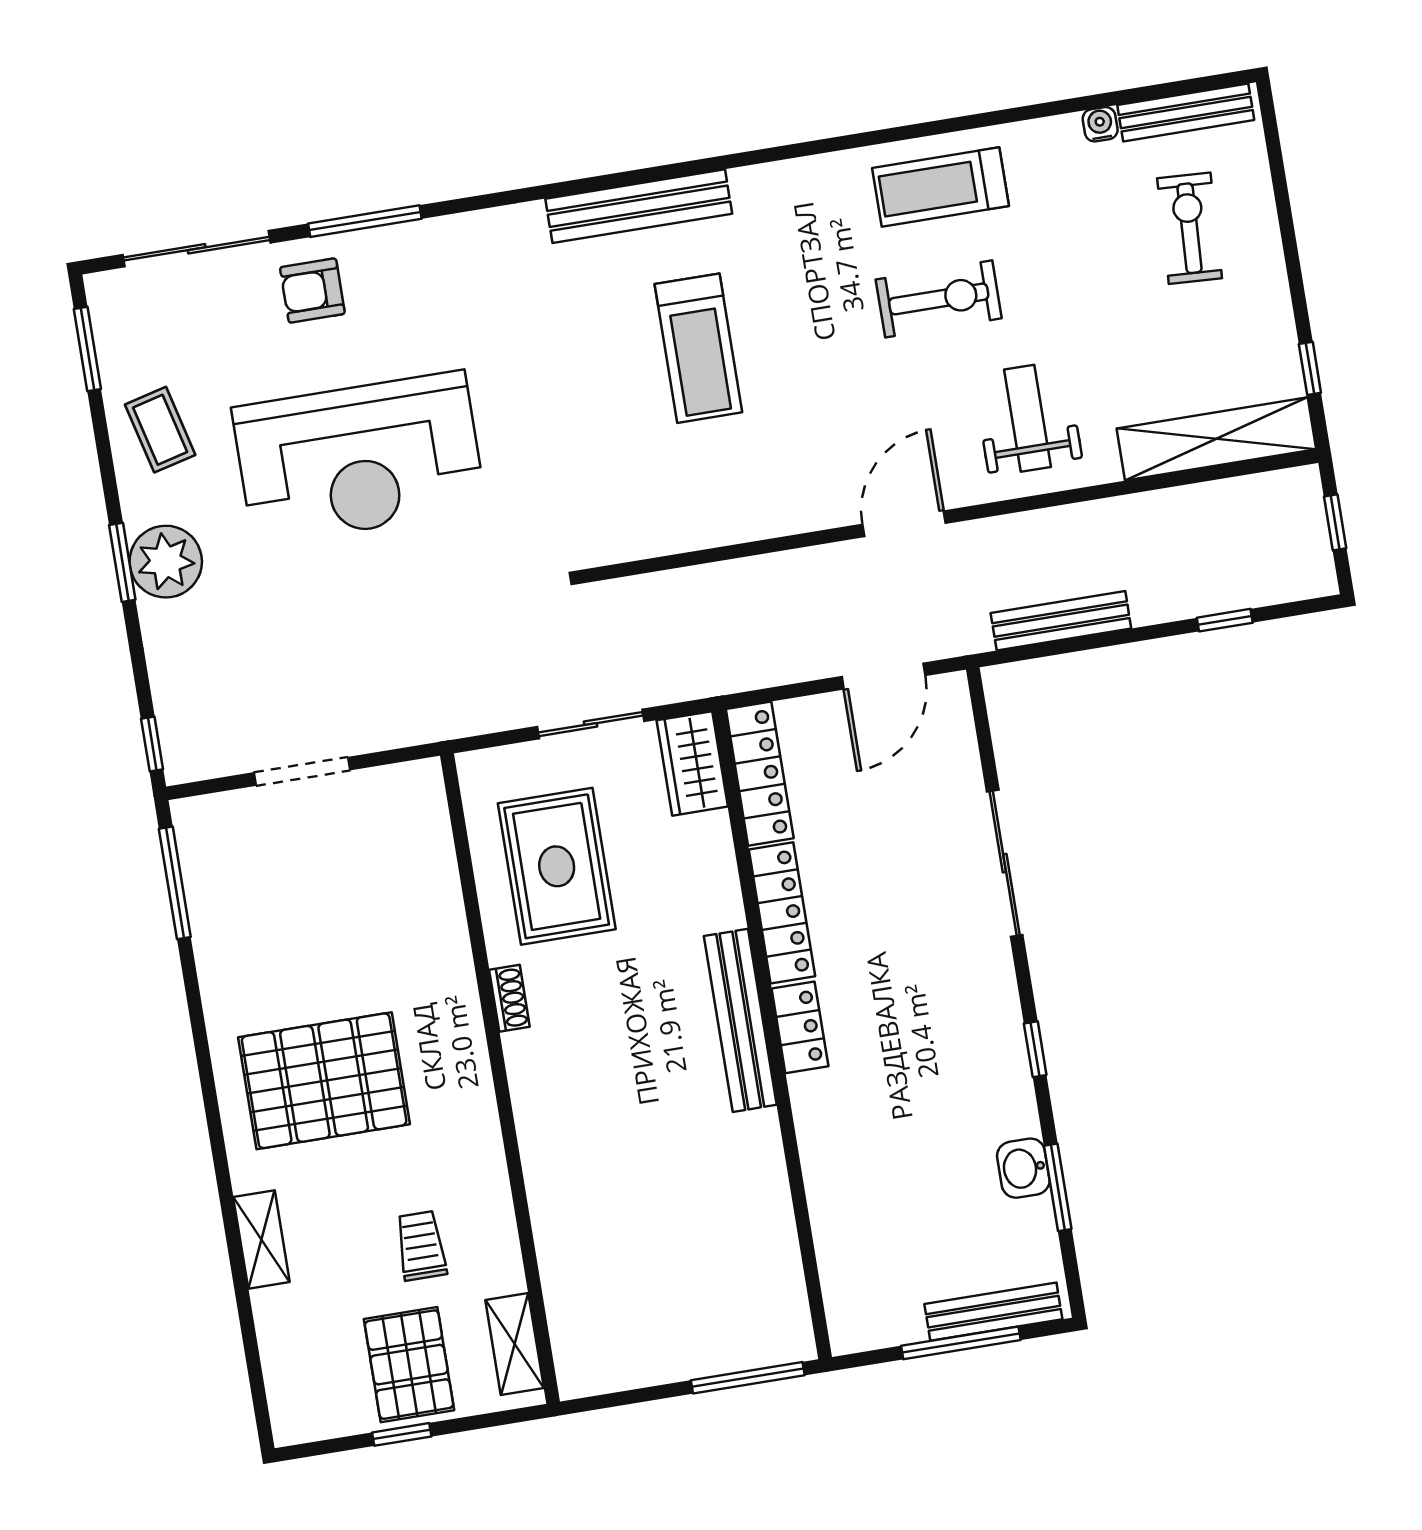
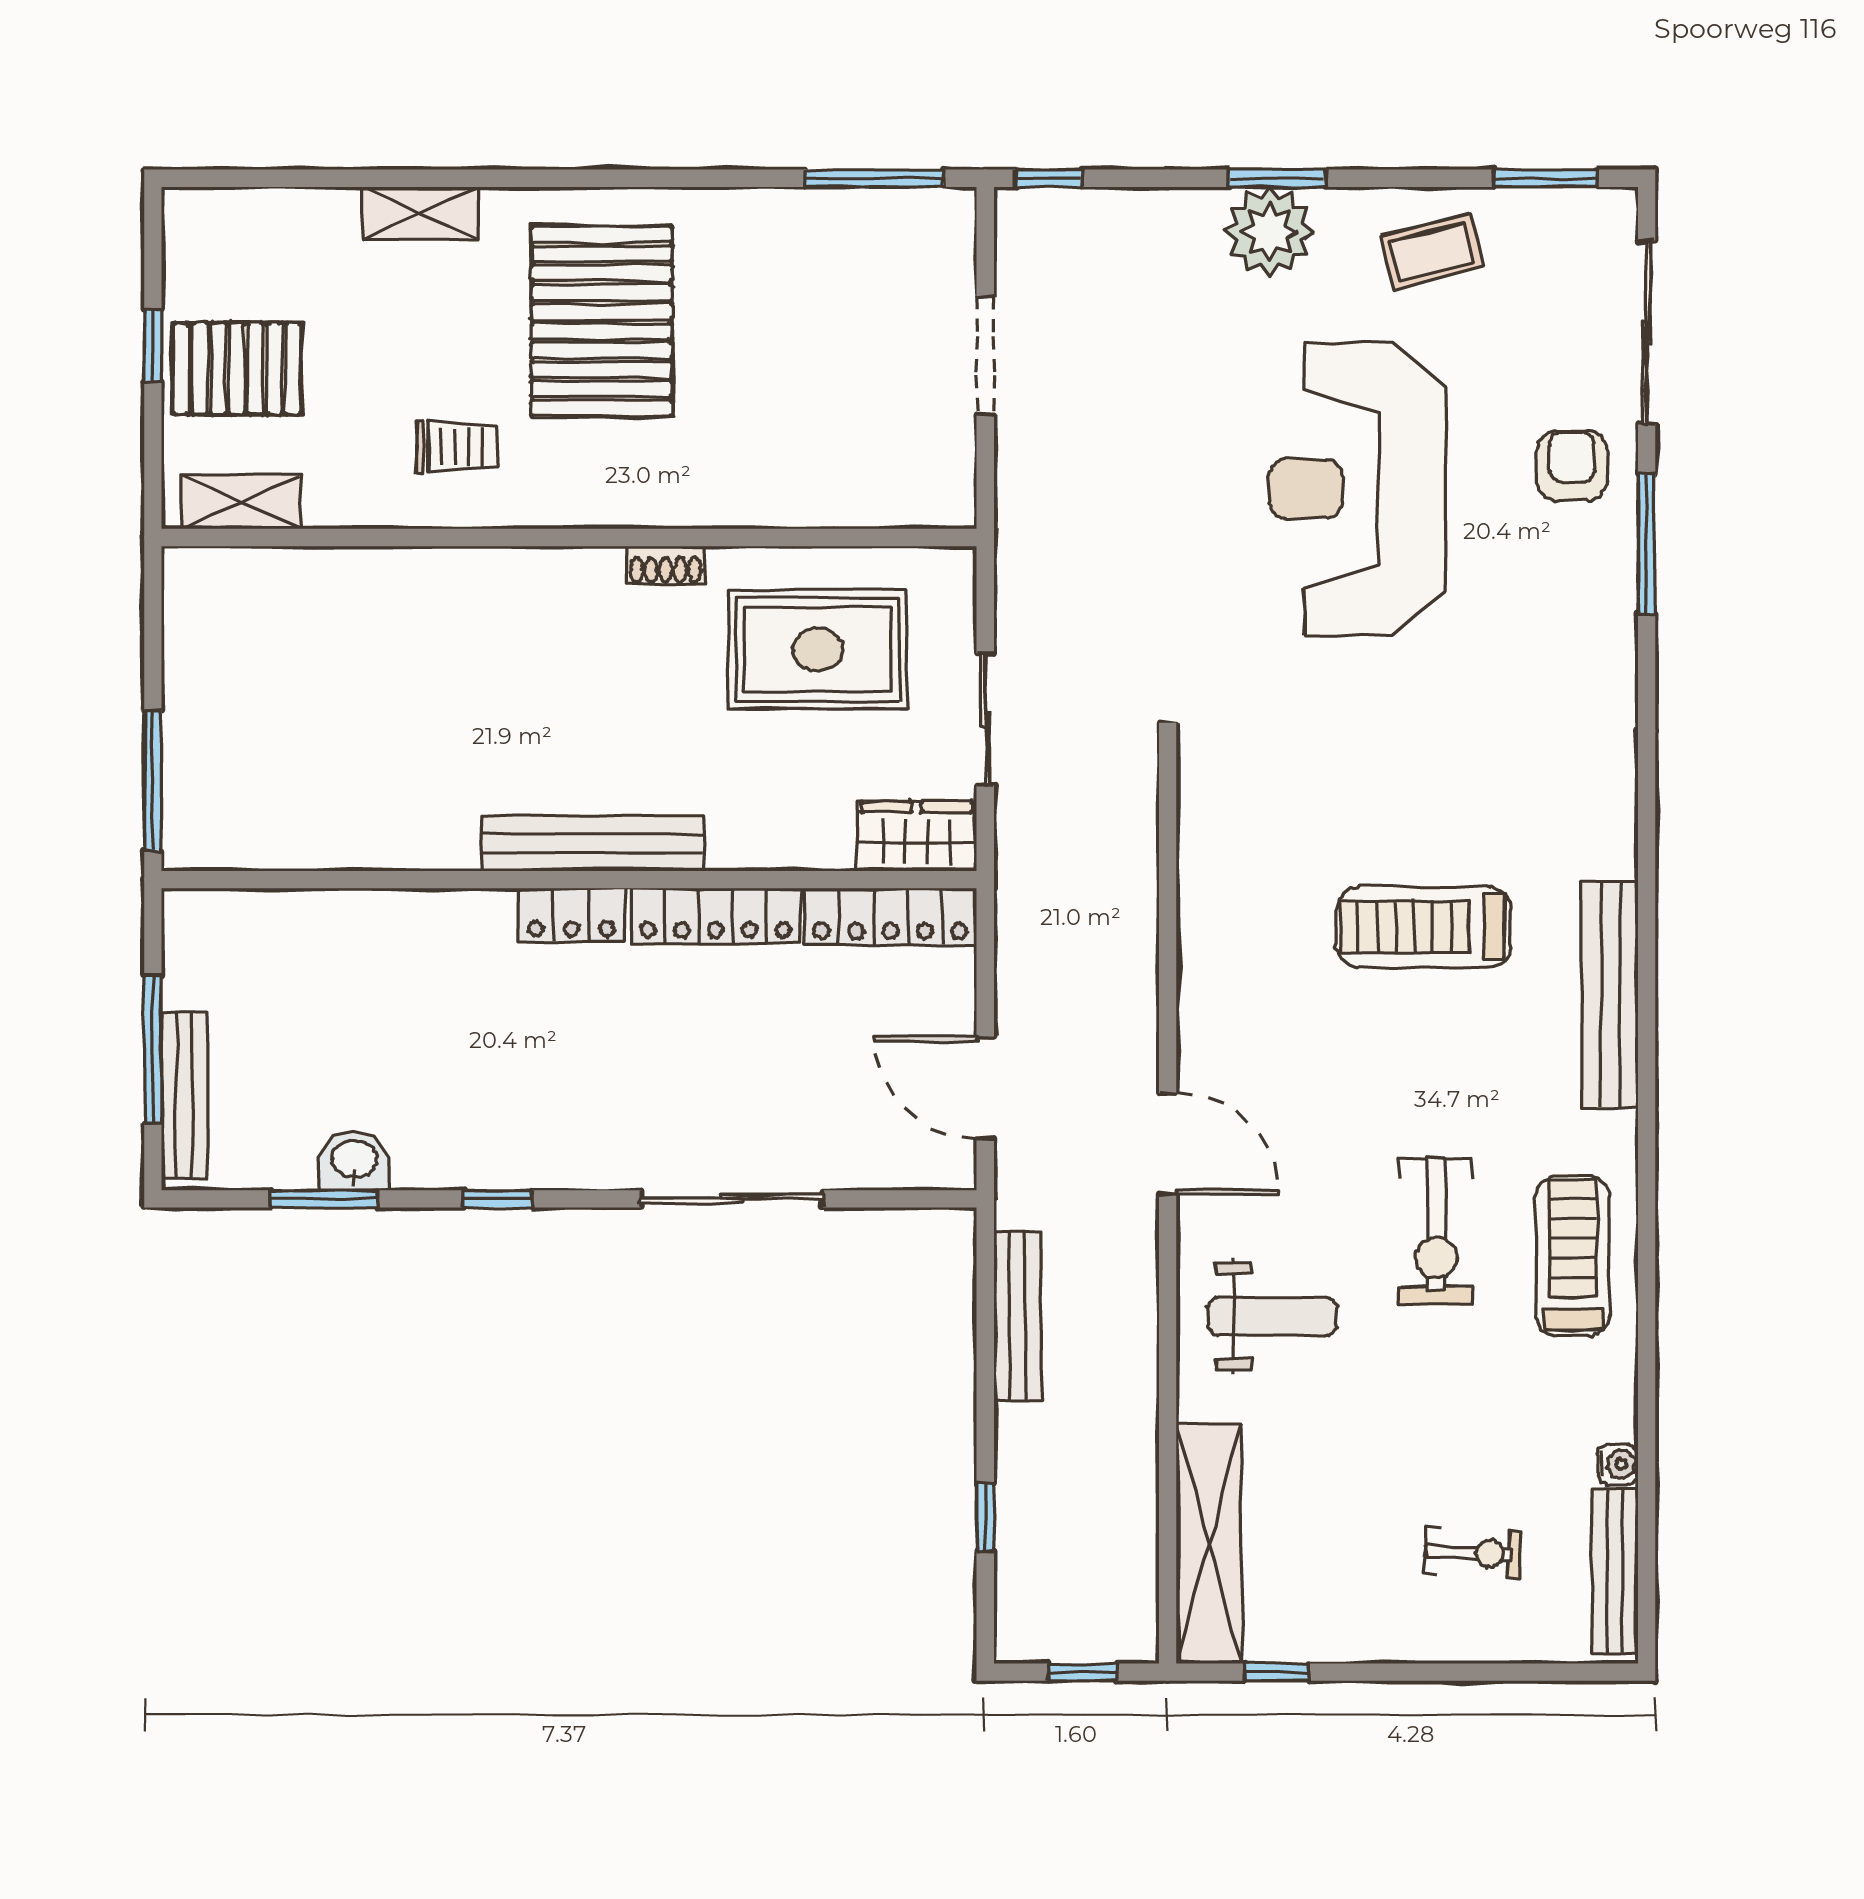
bench: (639, 206) -> (1610, 995), moved
exercise bike: (1190, 228) -> (1472, 1553), width x0.73, depth x0.72
trolley: (421, 1246) -> (457, 447), moved

